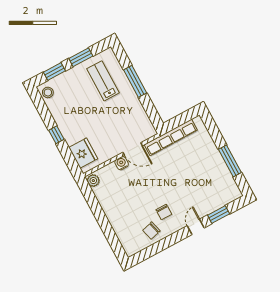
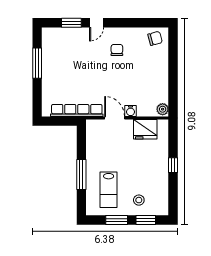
stool: (48, 92) -> (139, 200), moved
fridge: (83, 153) -> (145, 129), moved, turned -90
chair: (151, 231) -> (155, 38), moved

